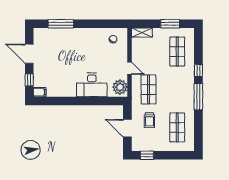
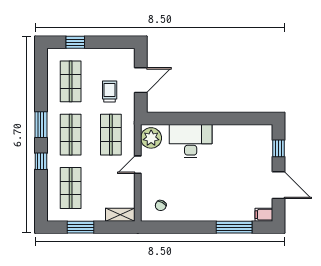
door: (129, 68) -> (138, 165), hinge flipped
shop shelf: (177, 89) -> (71, 135), added
filing cabinet: (40, 92) -> (264, 215), moved
window: (198, 97) -> (41, 125), width x0.69
door: (127, 128) -> (141, 80), hinge flipped
window: (147, 155) -> (75, 42), moved

